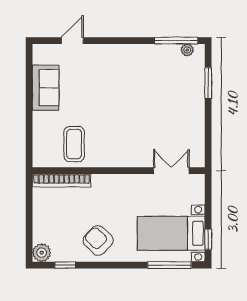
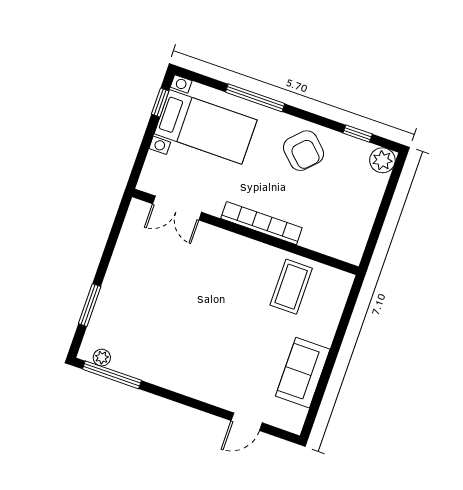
bookcase: (62, 181) -> (261, 223), moved
window: (169, 265) -> (255, 98), moved

